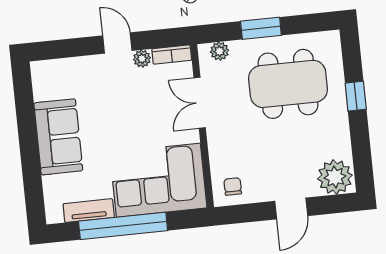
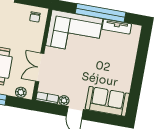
double door: (200, 103) -> (40, 67), swing flipped
sofa: (58, 137) -> (107, 101), moved, turned 90

